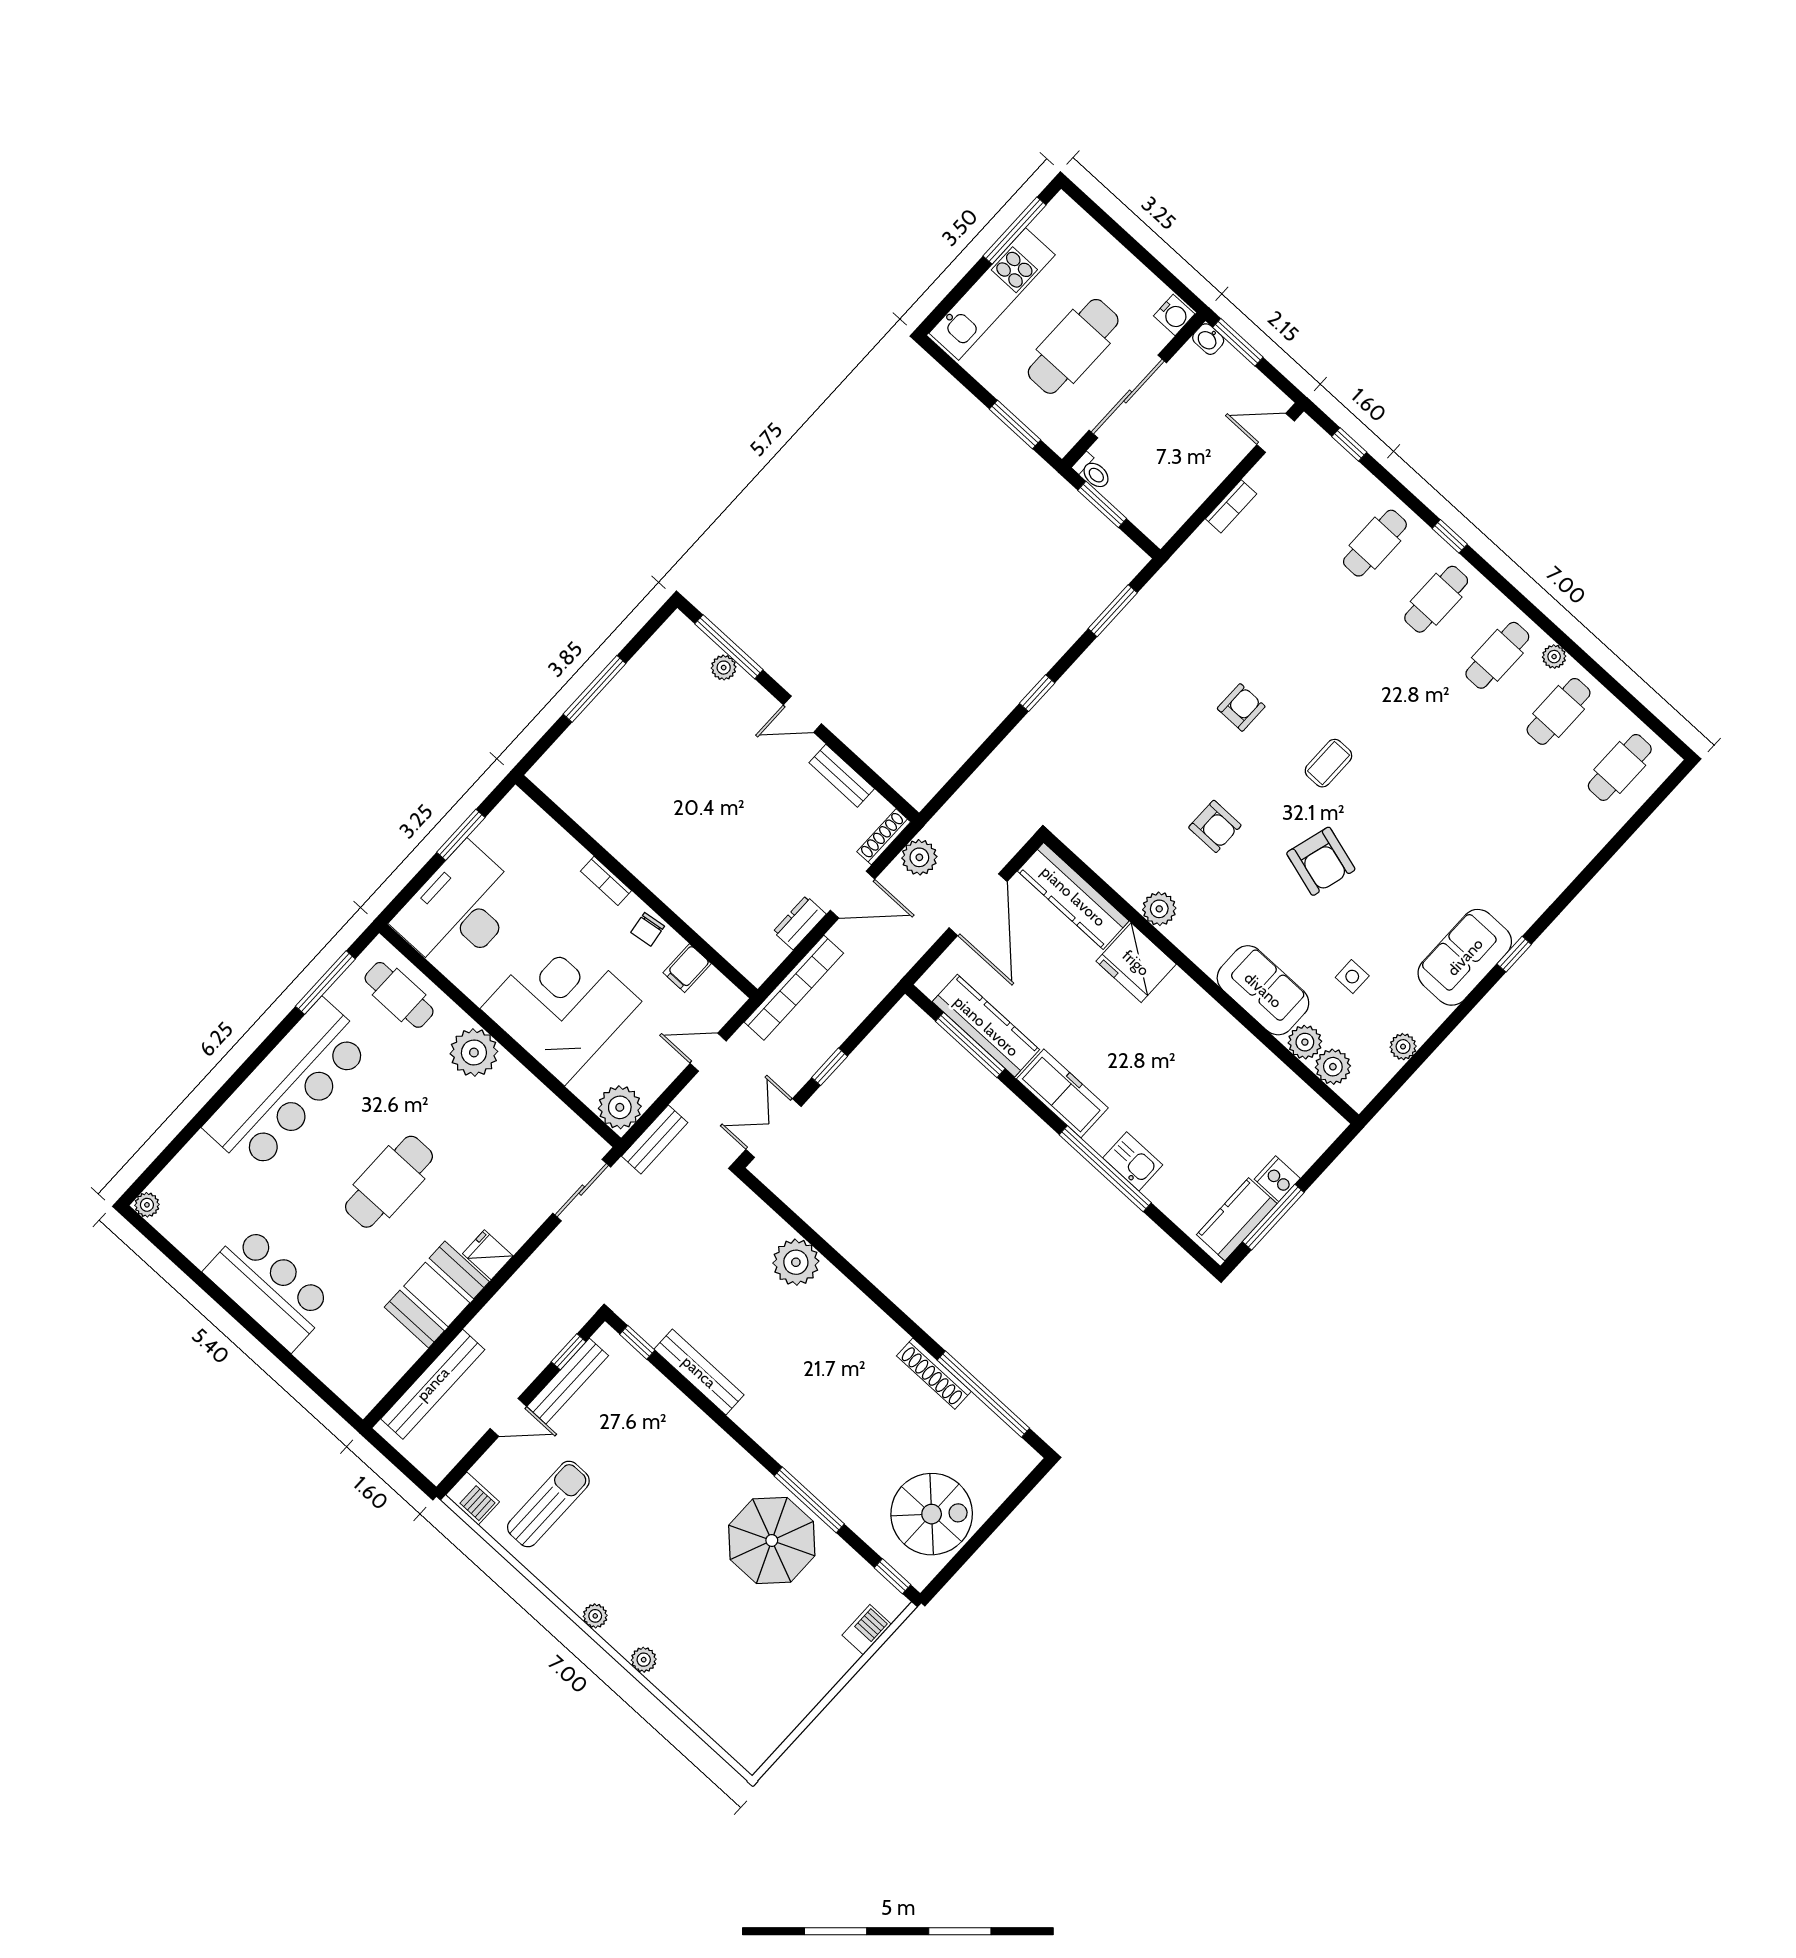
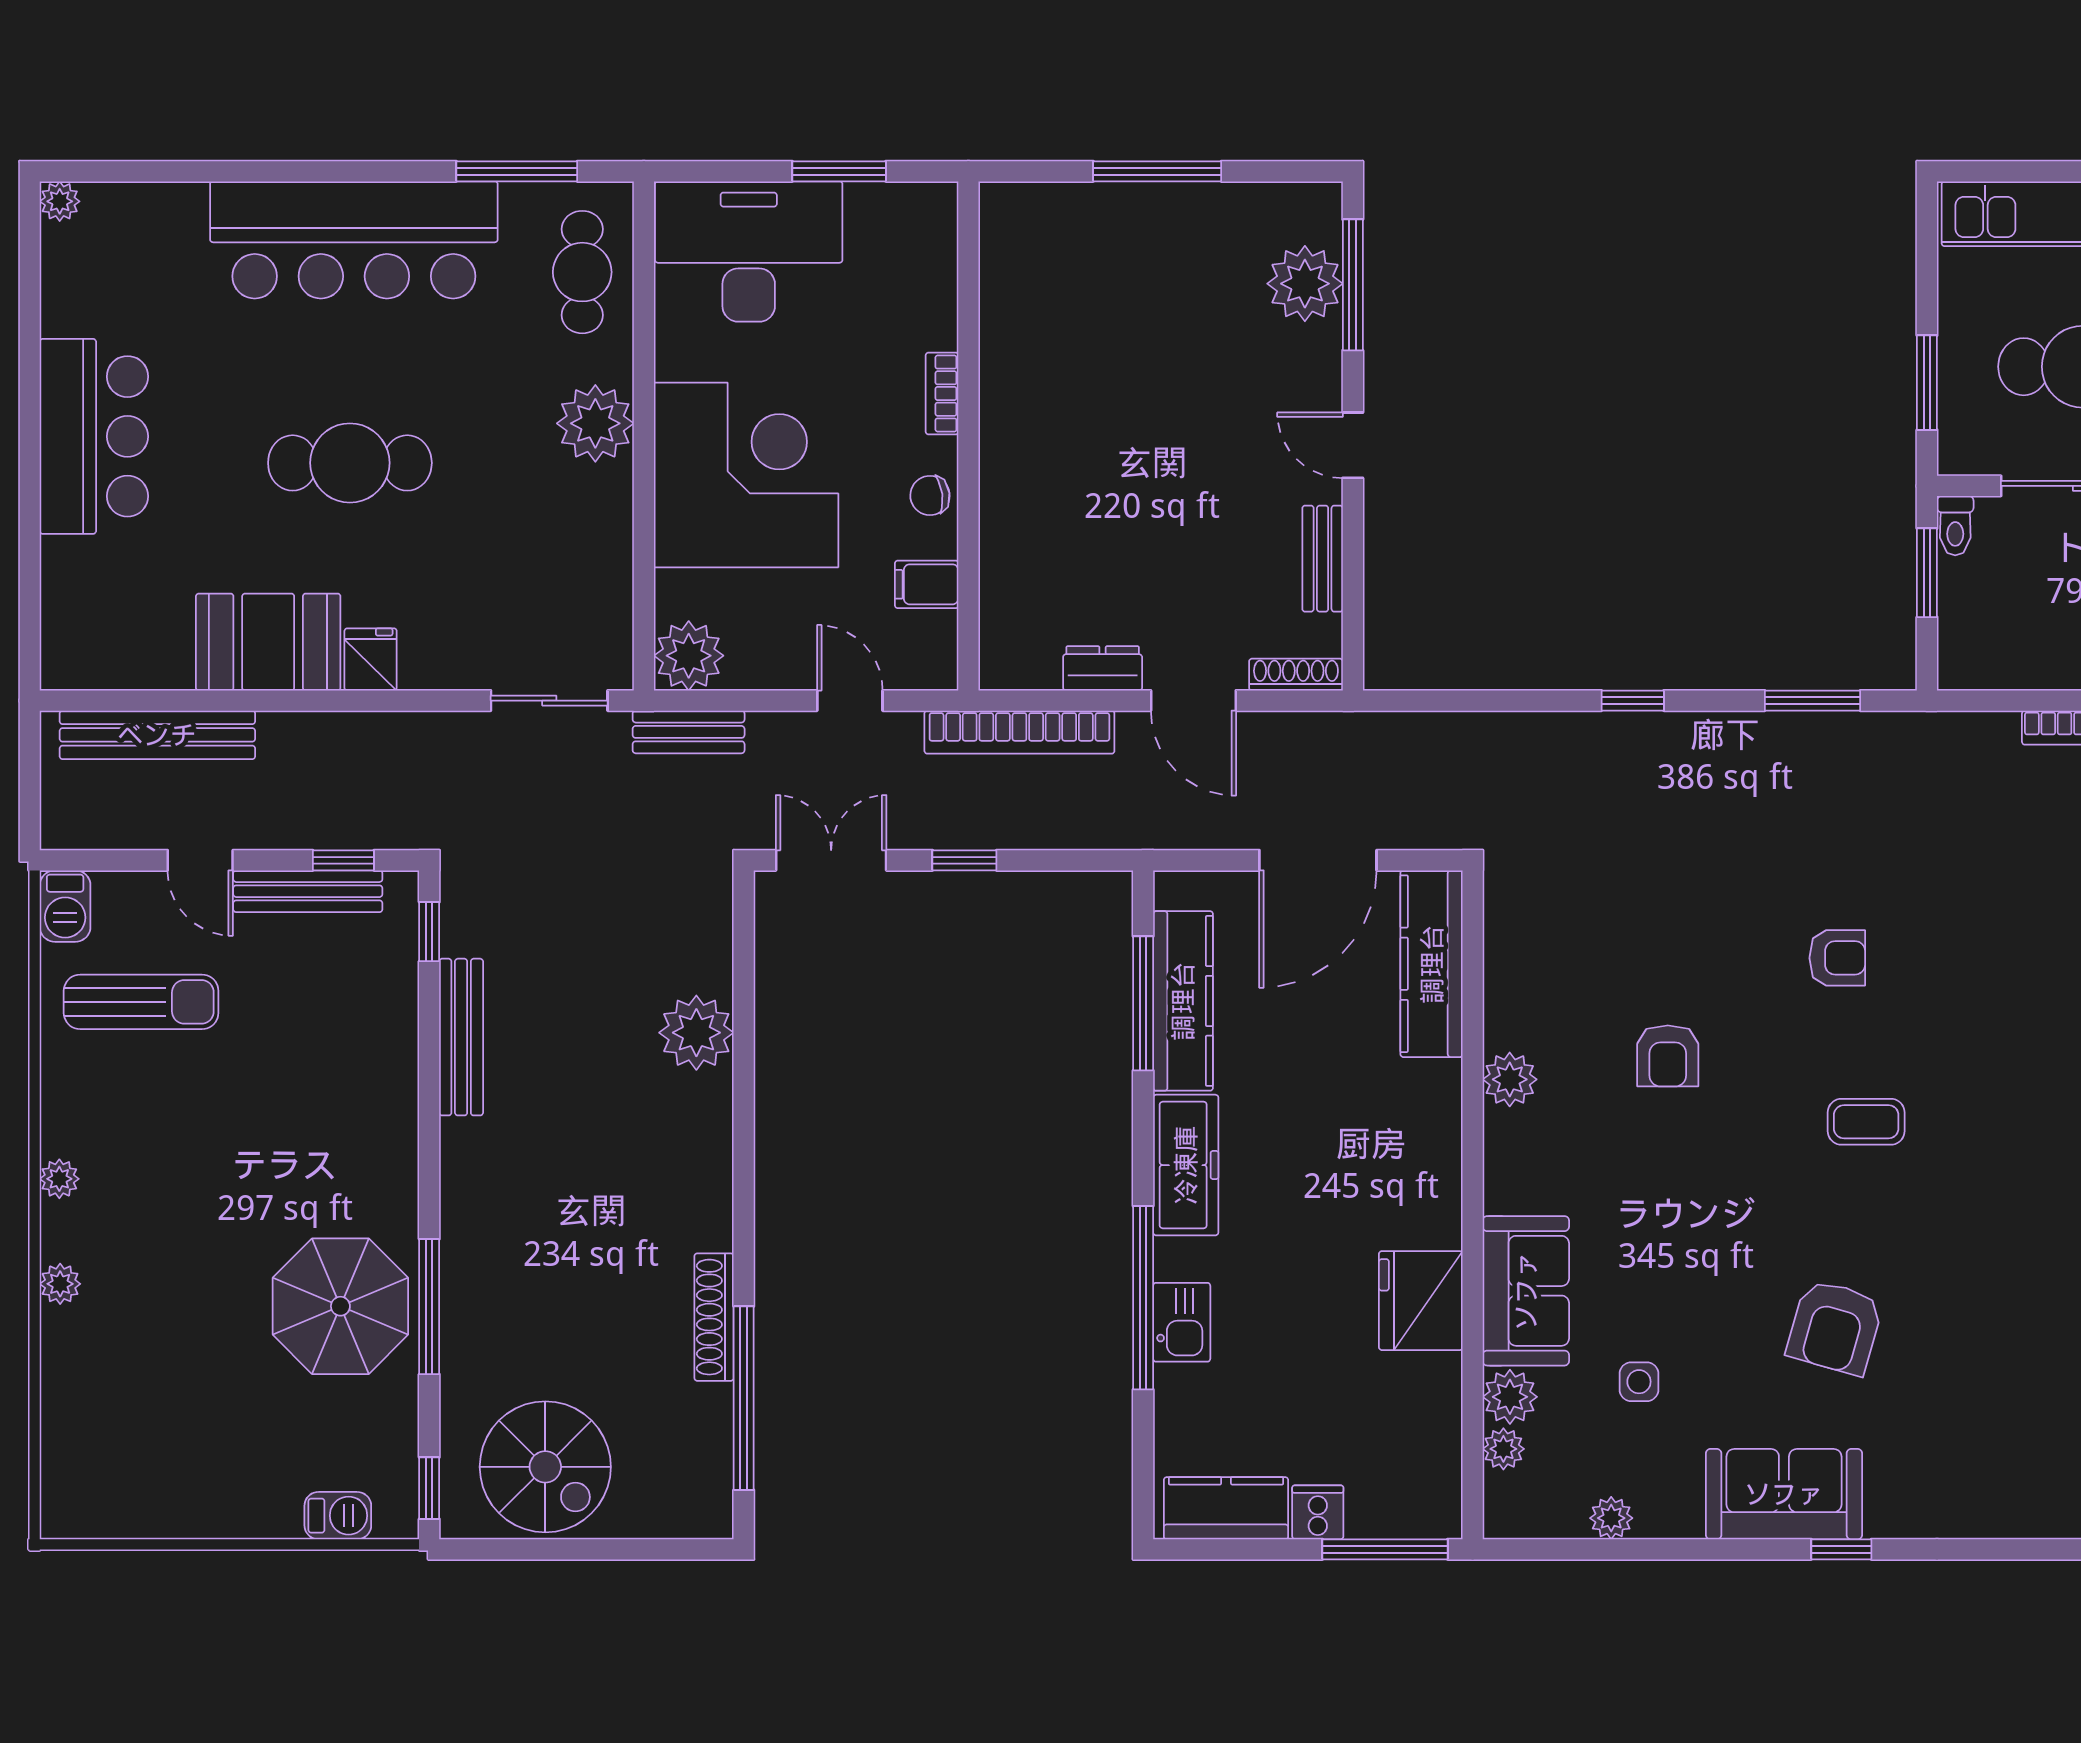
plant: (724, 668) -> (1305, 284), width x1.87, depth x1.87
plant: (919, 857) -> (1310, 739), removed
armchair: (1321, 861) -> (1835, 1327), moved
fridge: (1136, 963) -> (1421, 1301), moved
plant: (1333, 1067) -> (1503, 1449), width x0.73, depth x0.73
window: (1273, 1217) -> (1385, 1549), moved

